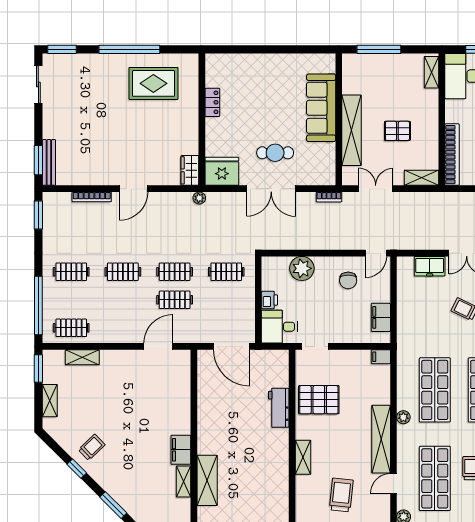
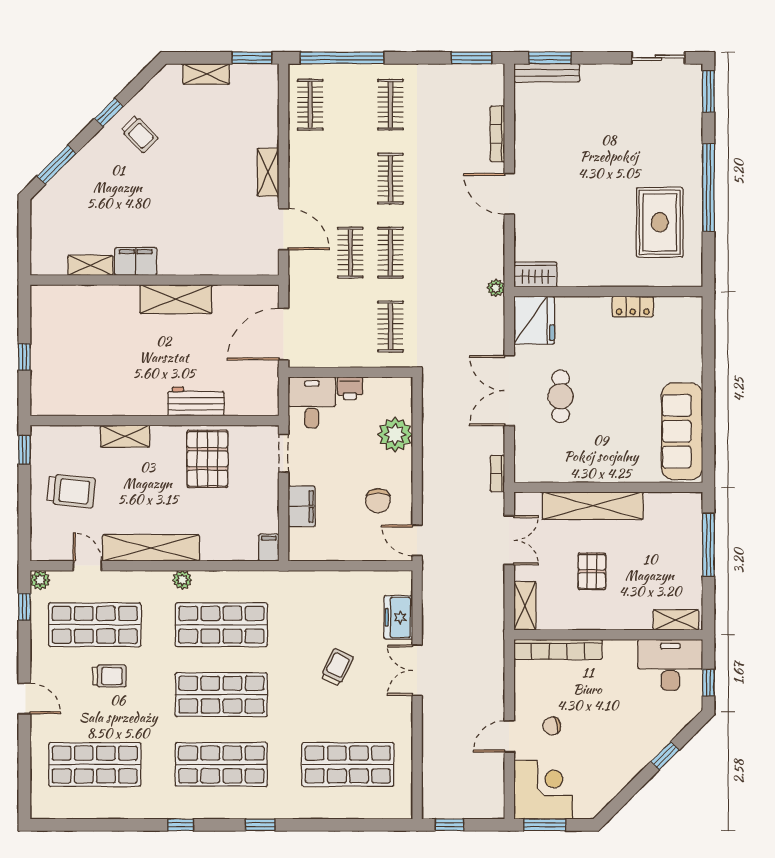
sofa: (321, 108) -> (682, 431), moved, turned -90
chair: (348, 280) -> (378, 501), turned -90
filing cabinet: (381, 317) -> (302, 506), moved, turned 90
shelving: (82, 357) -> (268, 172), moved
shelving: (207, 480) -> (176, 299), moved

